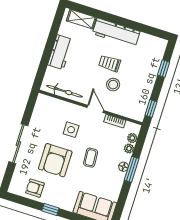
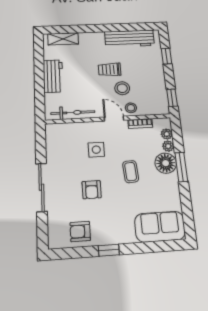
workbench: (116, 33) -> (129, 39), moved
stool: (113, 105) -> (131, 108), added
armchair: (55, 160) -> (92, 190), width x0.53, depth x0.53
floor lamp: (123, 167) -> (166, 163), width x1.89, depth x1.89

